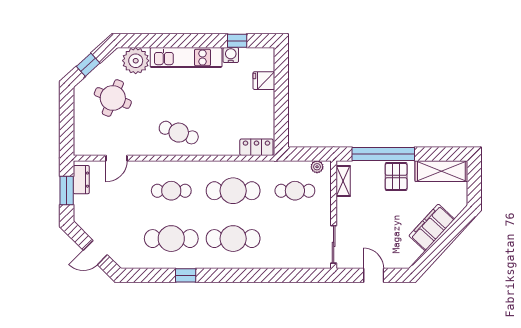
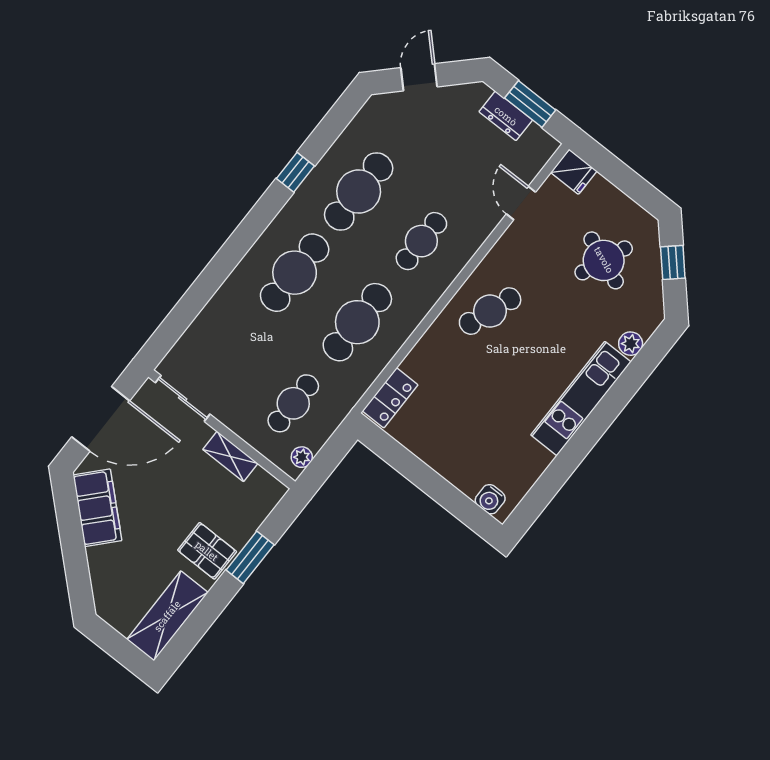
window: (237, 41) -> (550, 483), removed
water cooler: (231, 55) -> (490, 499), moved, turned 90
plant: (136, 61) -> (631, 344), width x0.53, depth x0.53
fridge: (264, 81) -> (574, 172), moved, turned 90
window: (383, 154) -> (250, 557), width x0.47
dresser: (81, 180) -> (506, 116), moved
shelving: (343, 181) -> (230, 456), moved
filing cabinet: (432, 227) -> (97, 508), moved
door: (374, 275) -> (101, 419), width x1.87

